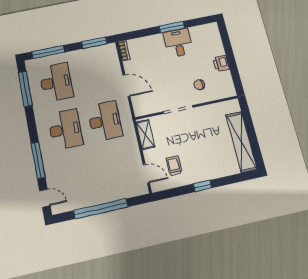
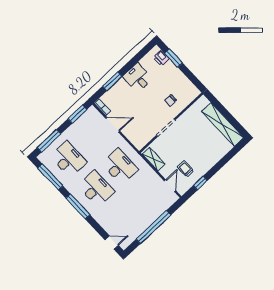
window: (172, 27) -> (112, 81), moved
window: (227, 45) -> (174, 58), added
printer: (221, 64) -> (161, 58), moved
door: (126, 86) -> (113, 125), moved
window: (38, 160) -> (78, 206), moved
door: (146, 174) -> (170, 186), hinge flipped
window: (202, 186) -> (200, 183), moved

